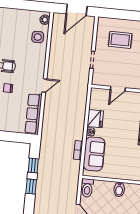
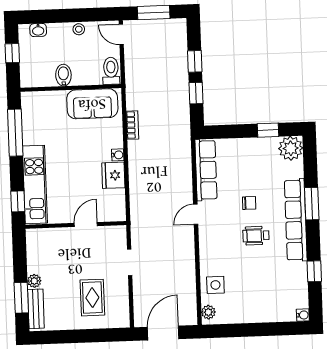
rug: (120, 40) -> (92, 298), turned 90
sofa: (94, 154) -> (92, 104), moved, turned -90

